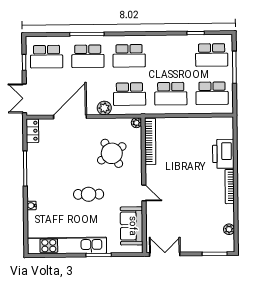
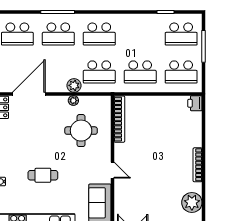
door: (70, 117) -> (29, 94), moved
plant: (136, 123) -> (73, 101), moved
round table: (112, 153) -> (81, 131), turned 33
printer: (223, 154) -> (195, 103), moved, width x0.53, depth x0.68
cafe table: (89, 194) -> (43, 175), moved
plant: (229, 229) -> (192, 202), width x1.87, depth x1.87

